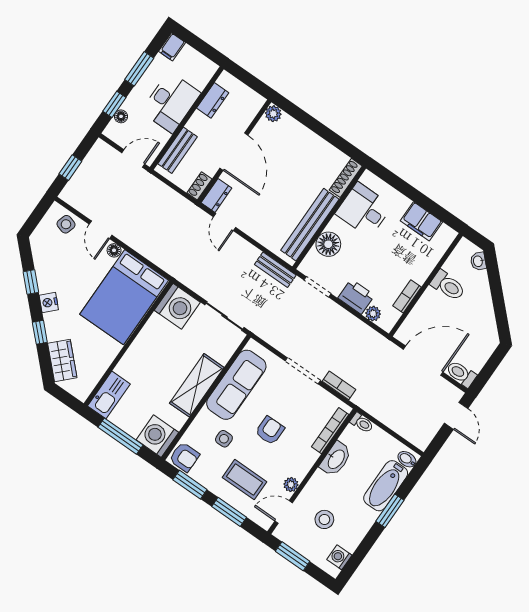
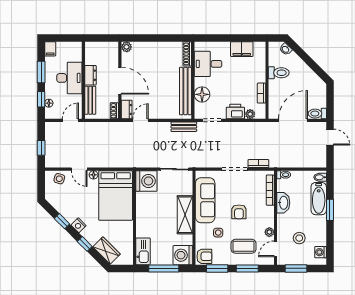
dresser: (213, 100) -> (90, 75), moved
door: (224, 222) -> (140, 120), swing flipped
armchair: (270, 430) -> (239, 212), turned 180

